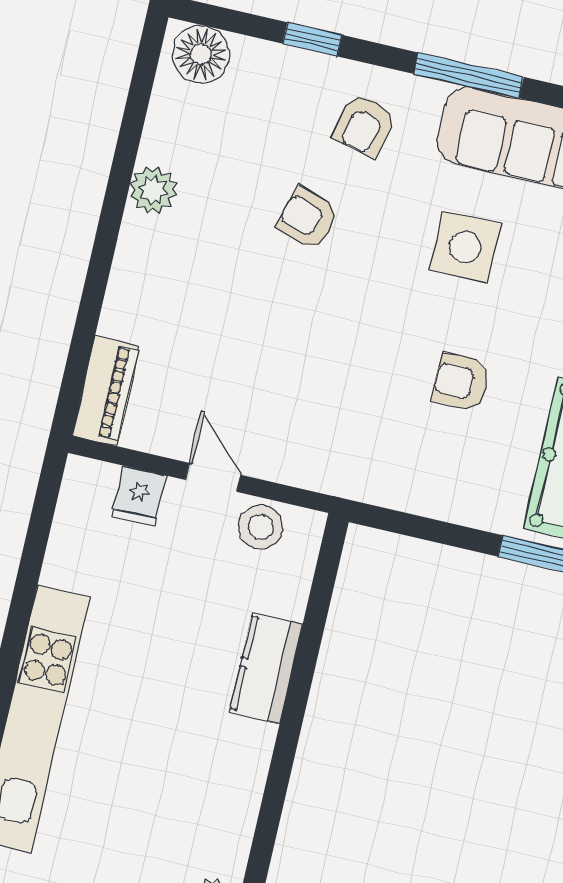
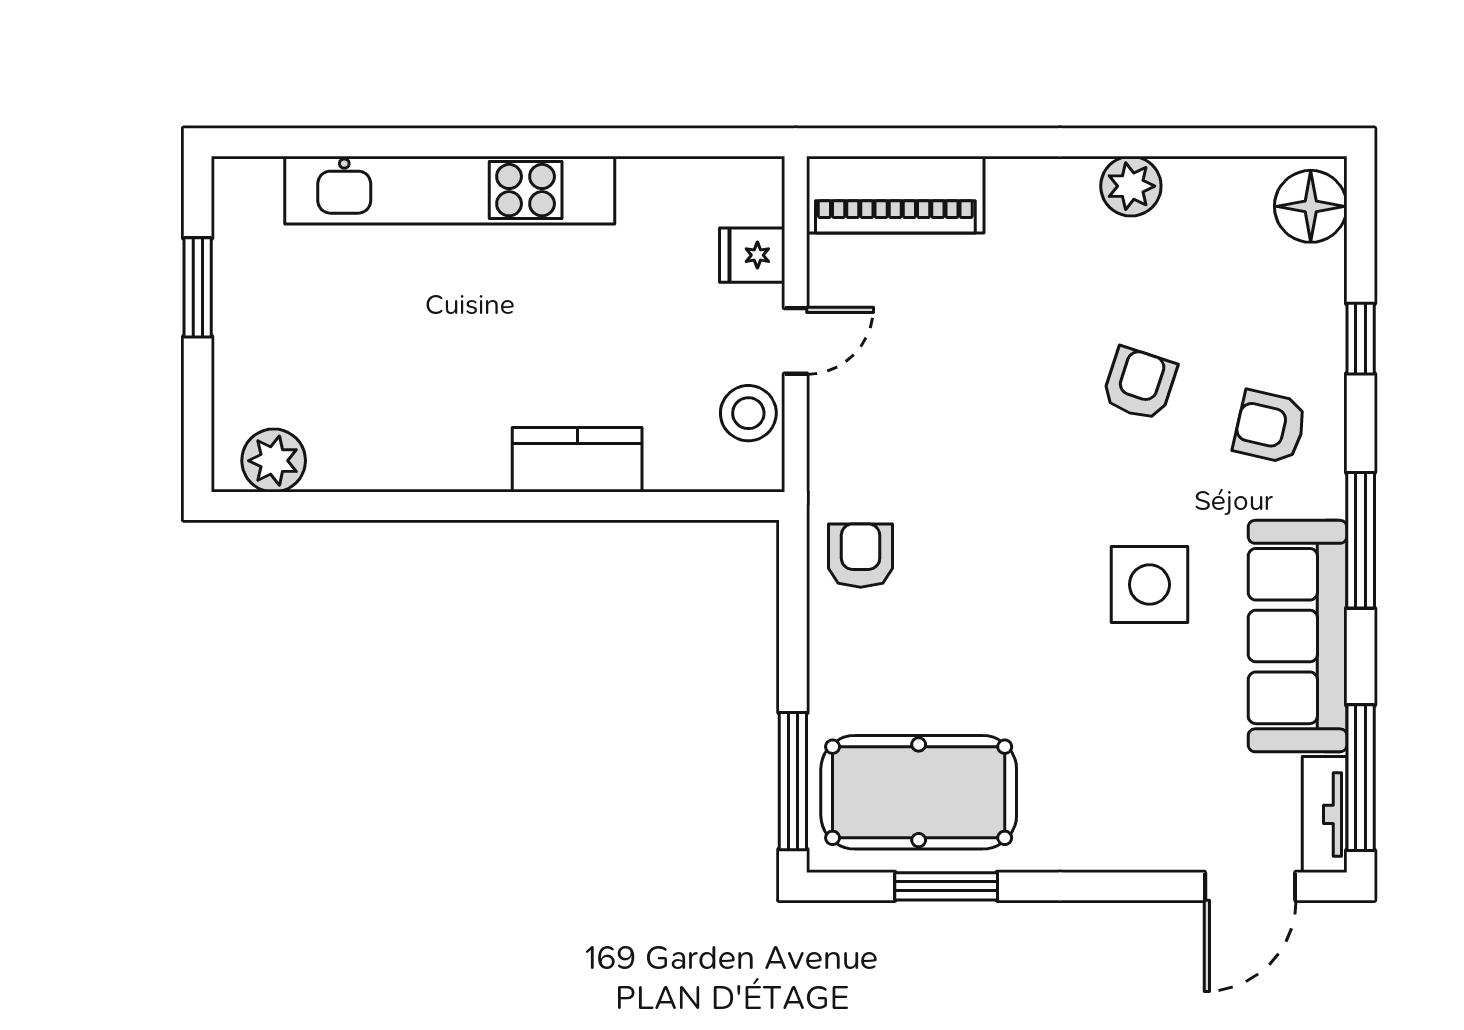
armchair: (461, 382) -> (861, 556), moved
piano: (106, 391) -> (895, 195), width x1.37, depth x1.33

